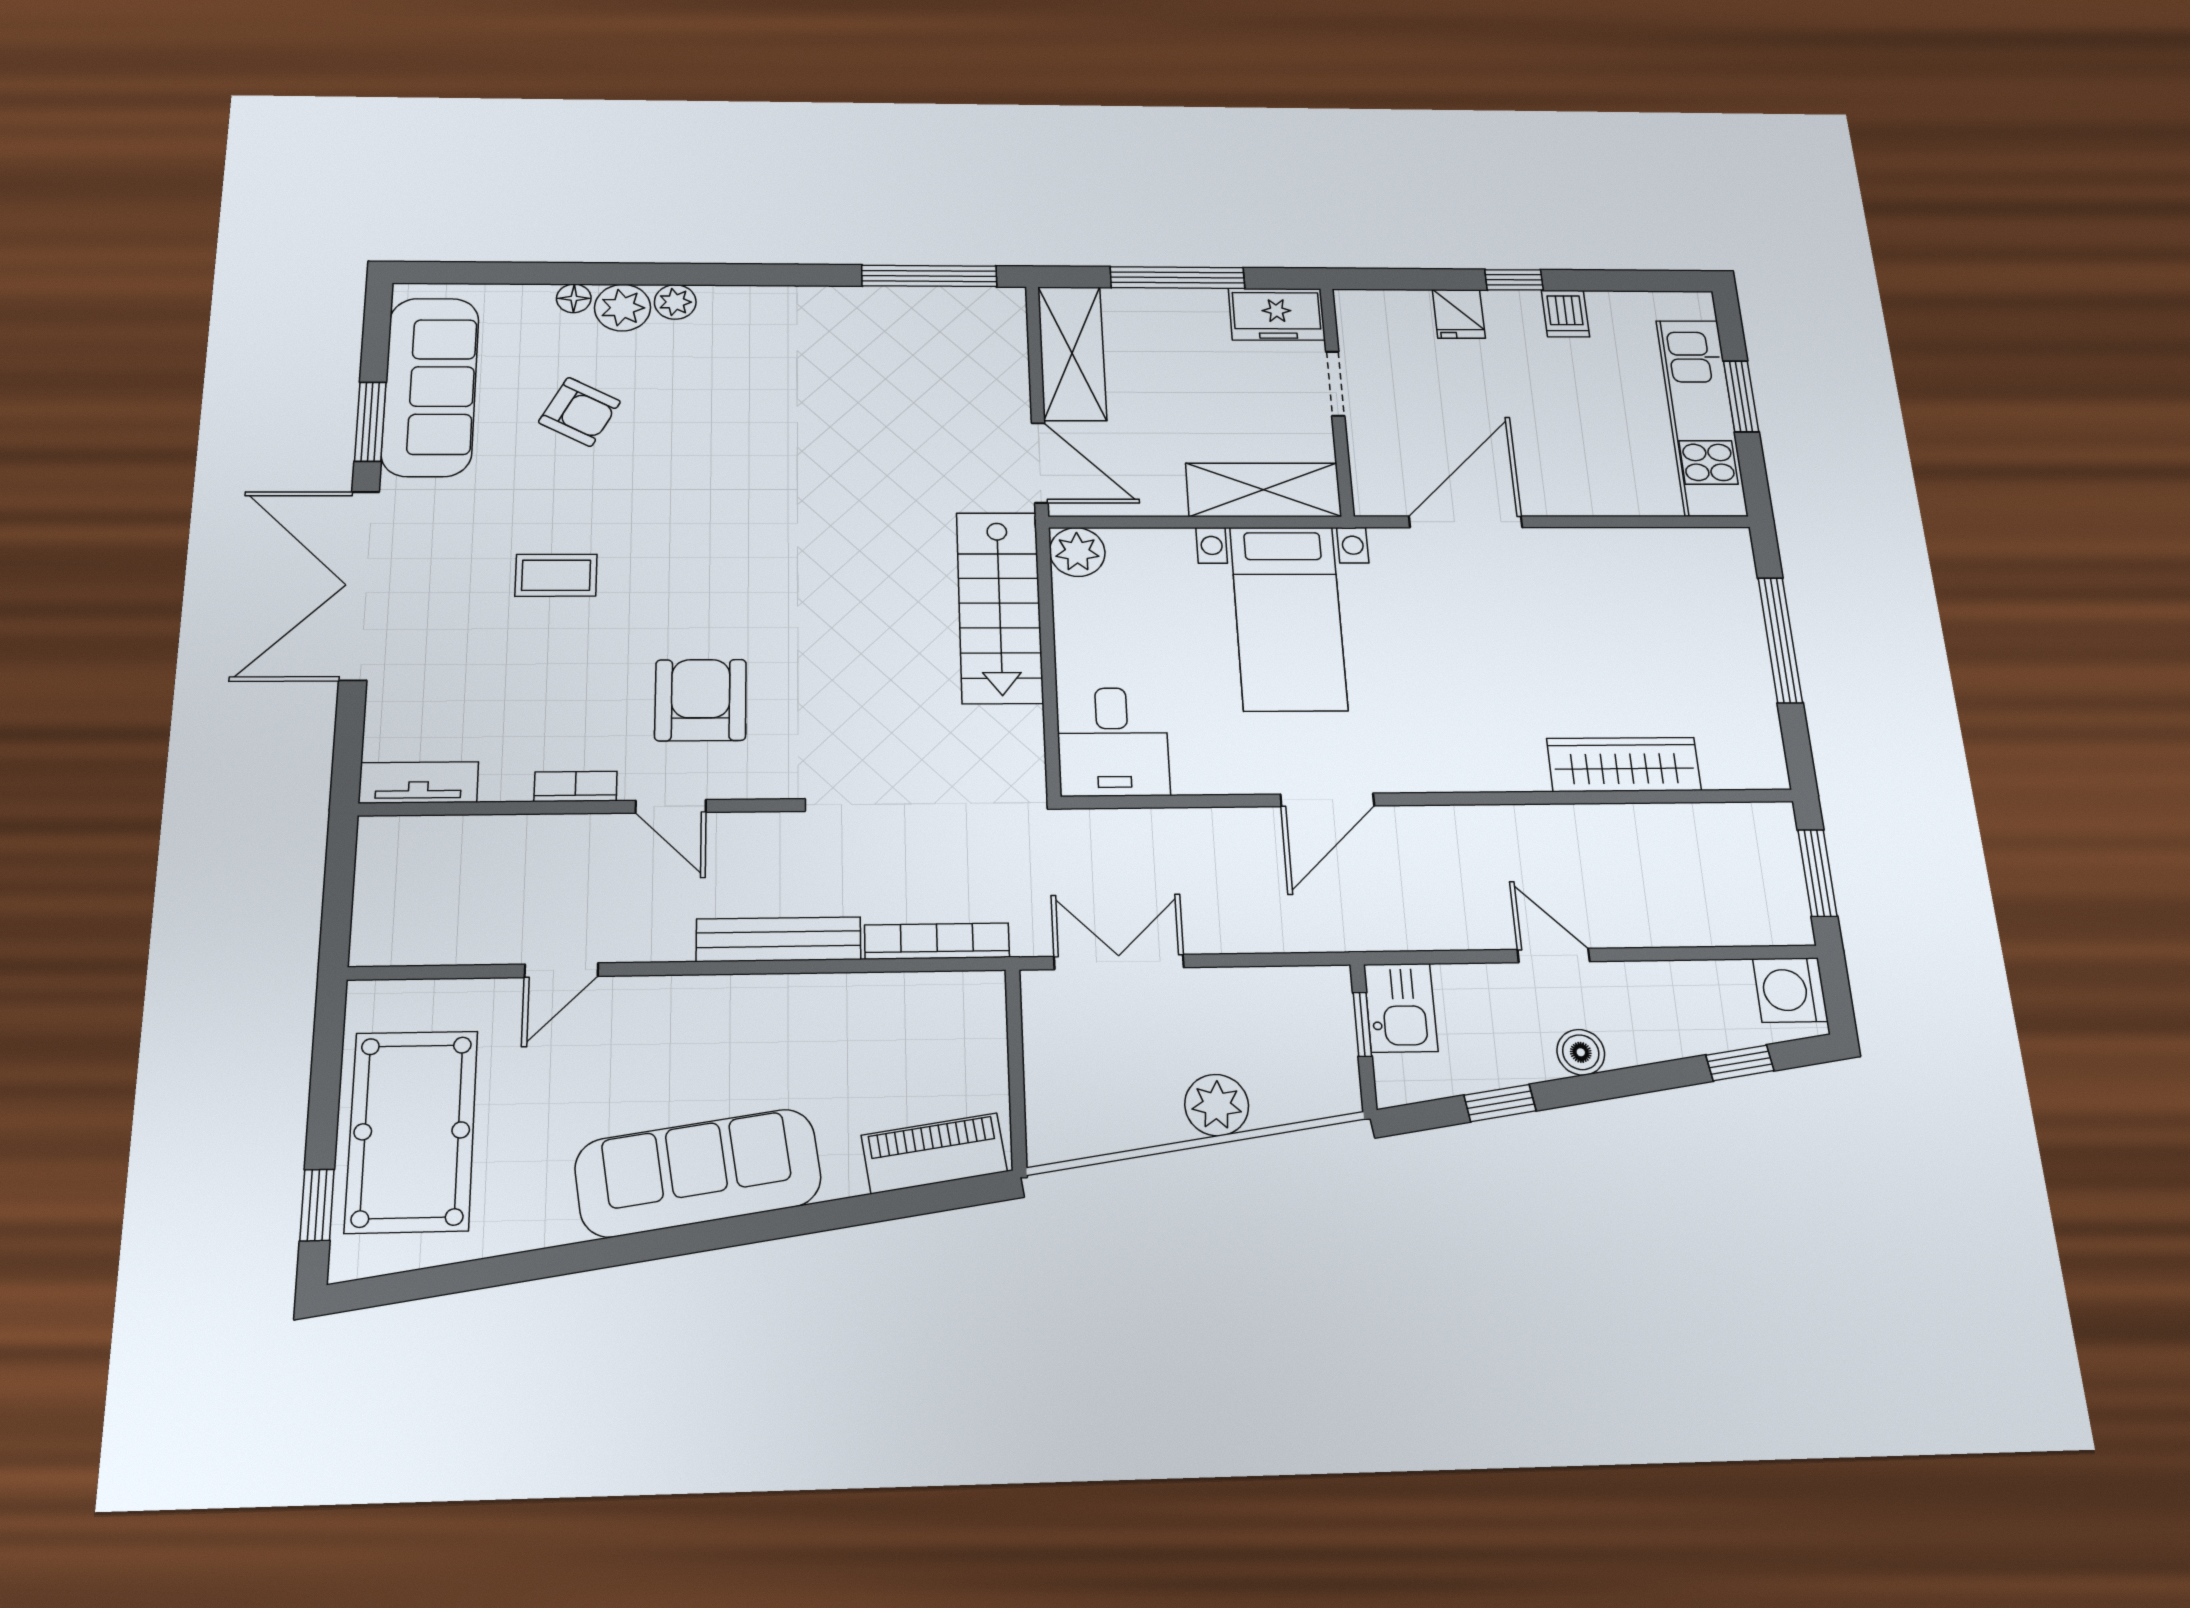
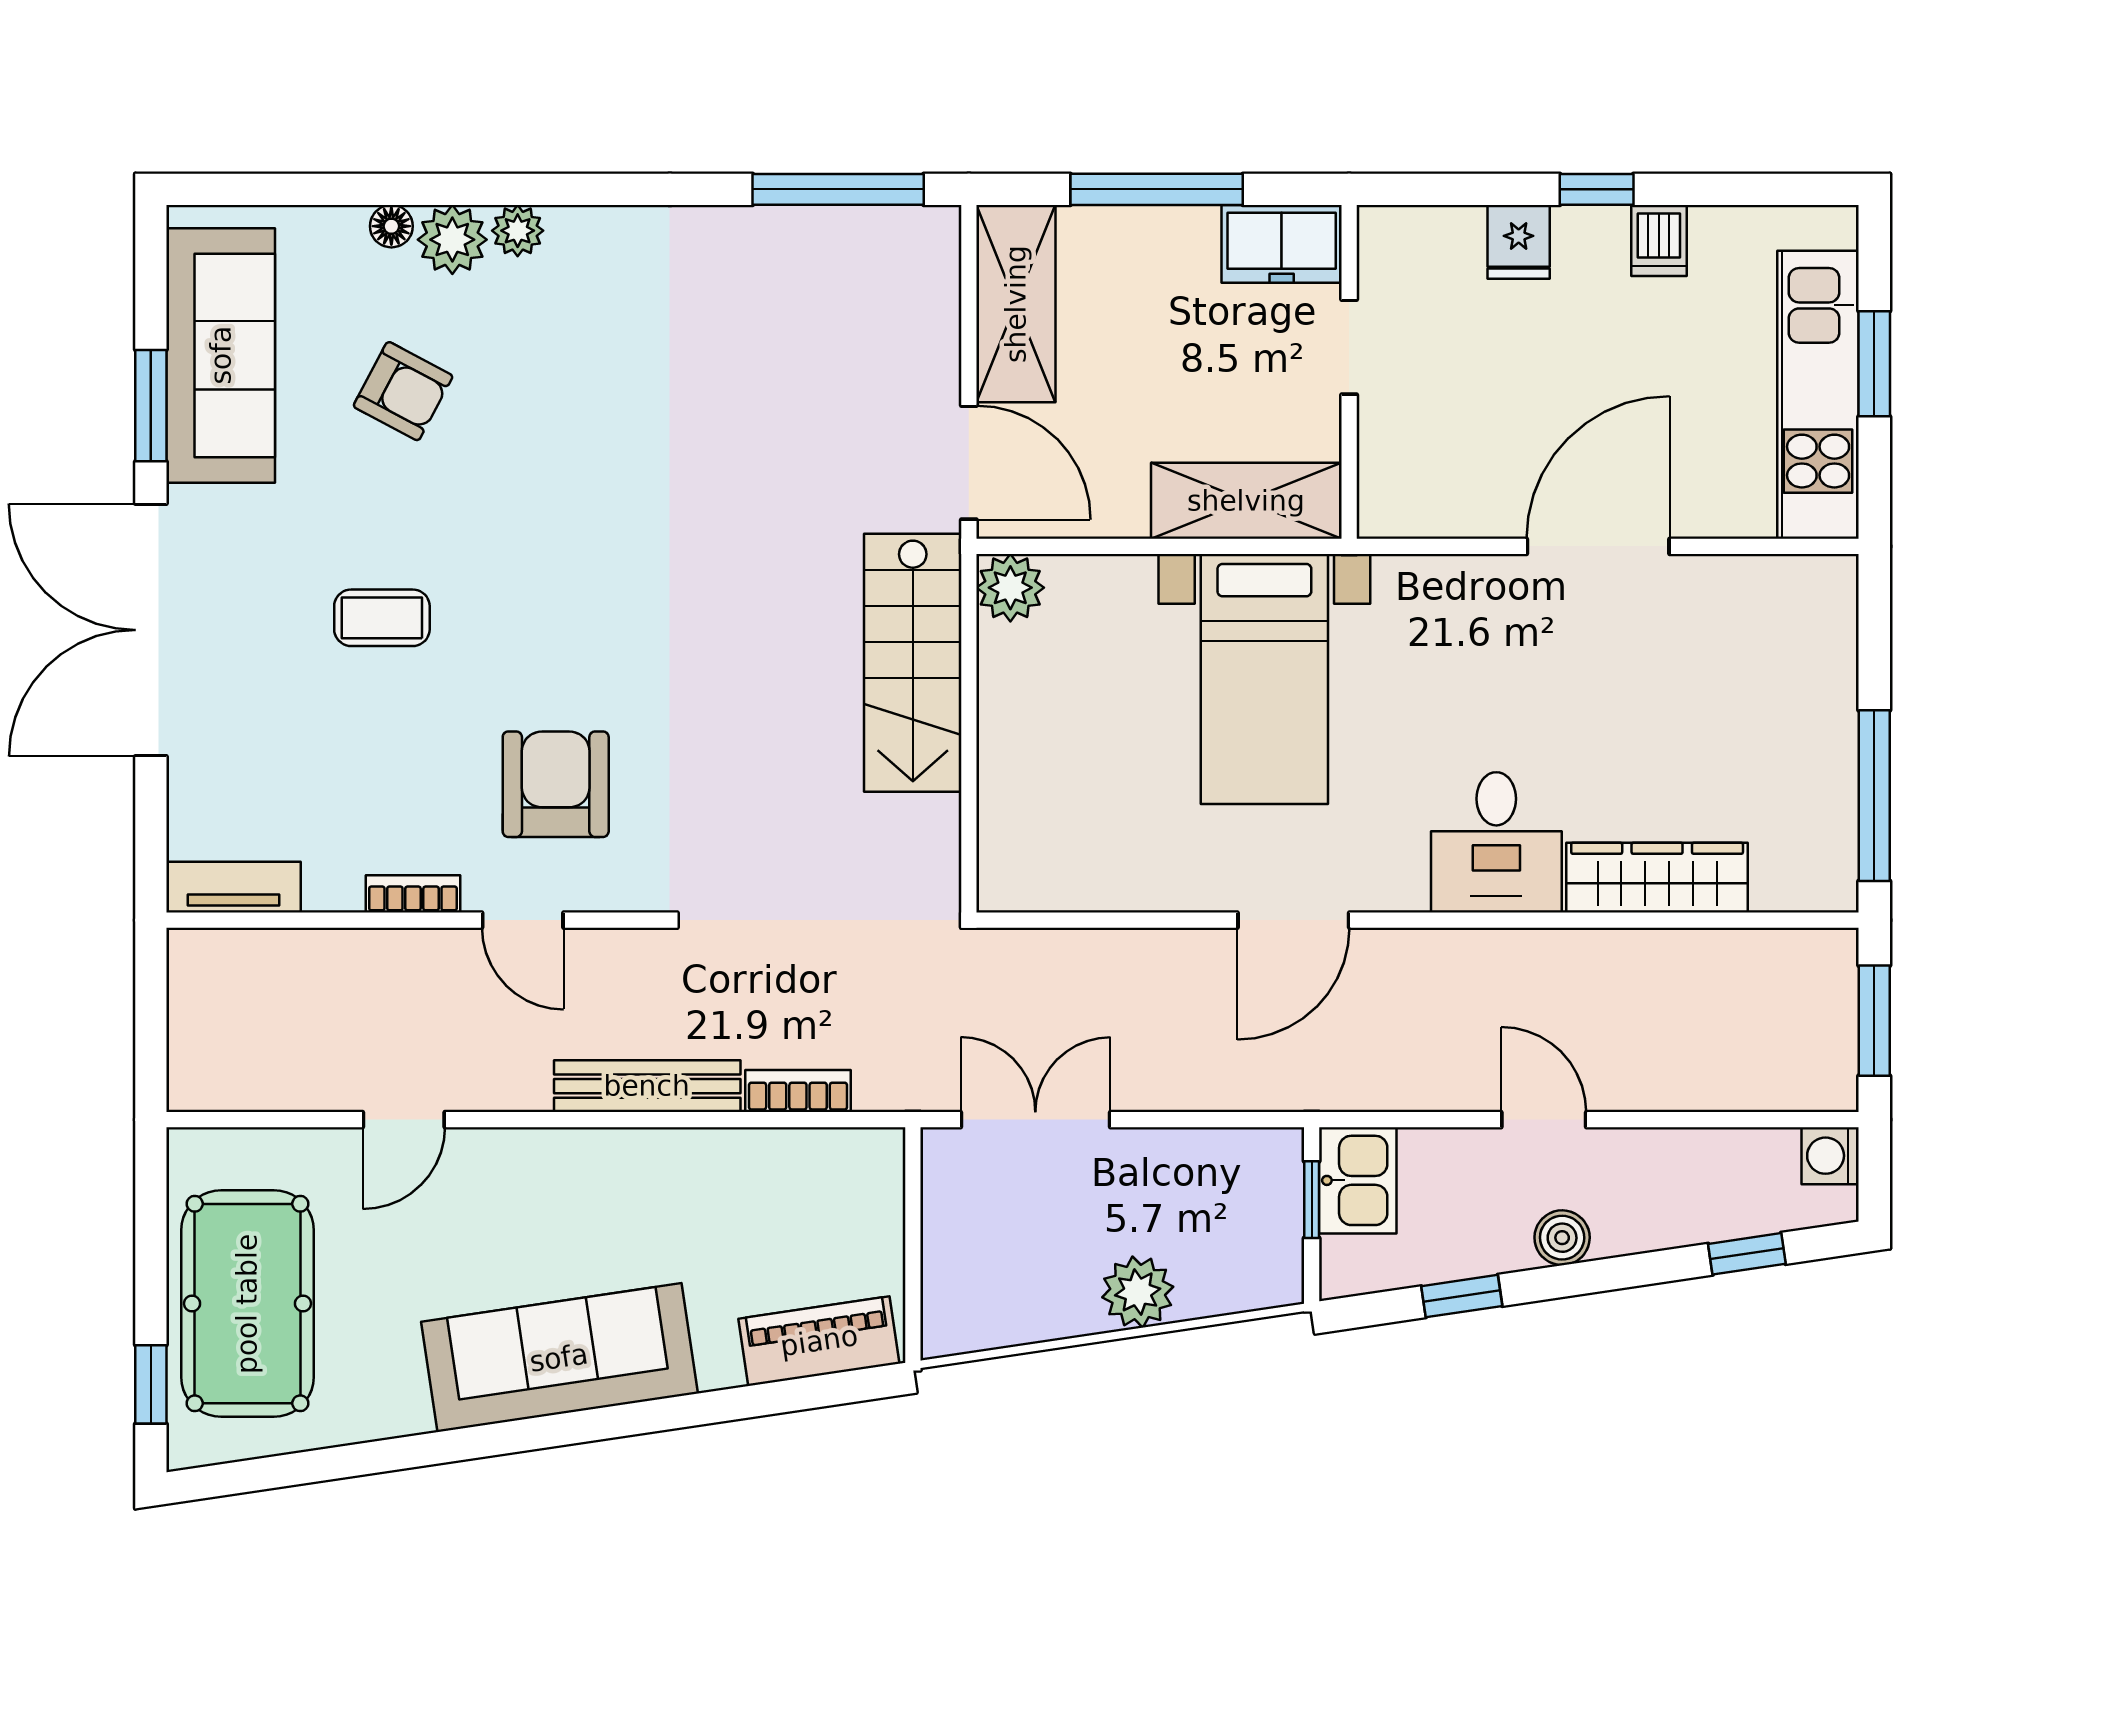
door: (1466, 522) -> (1598, 546), moved
window: (1780, 640) -> (1874, 796), moved
desk: (1113, 742) -> (1496, 842), moved
bookcase: (937, 941) -> (798, 1091), width x0.64
washing machine: (1790, 990) -> (1830, 1156), width x0.73, depth x0.73

